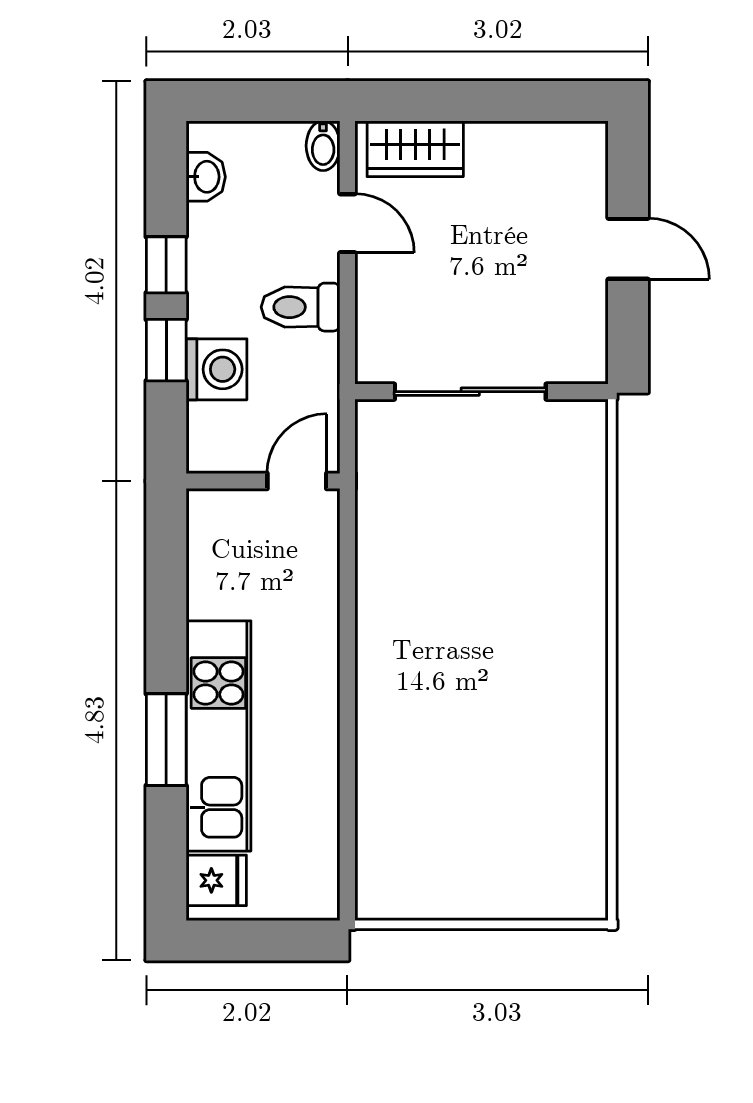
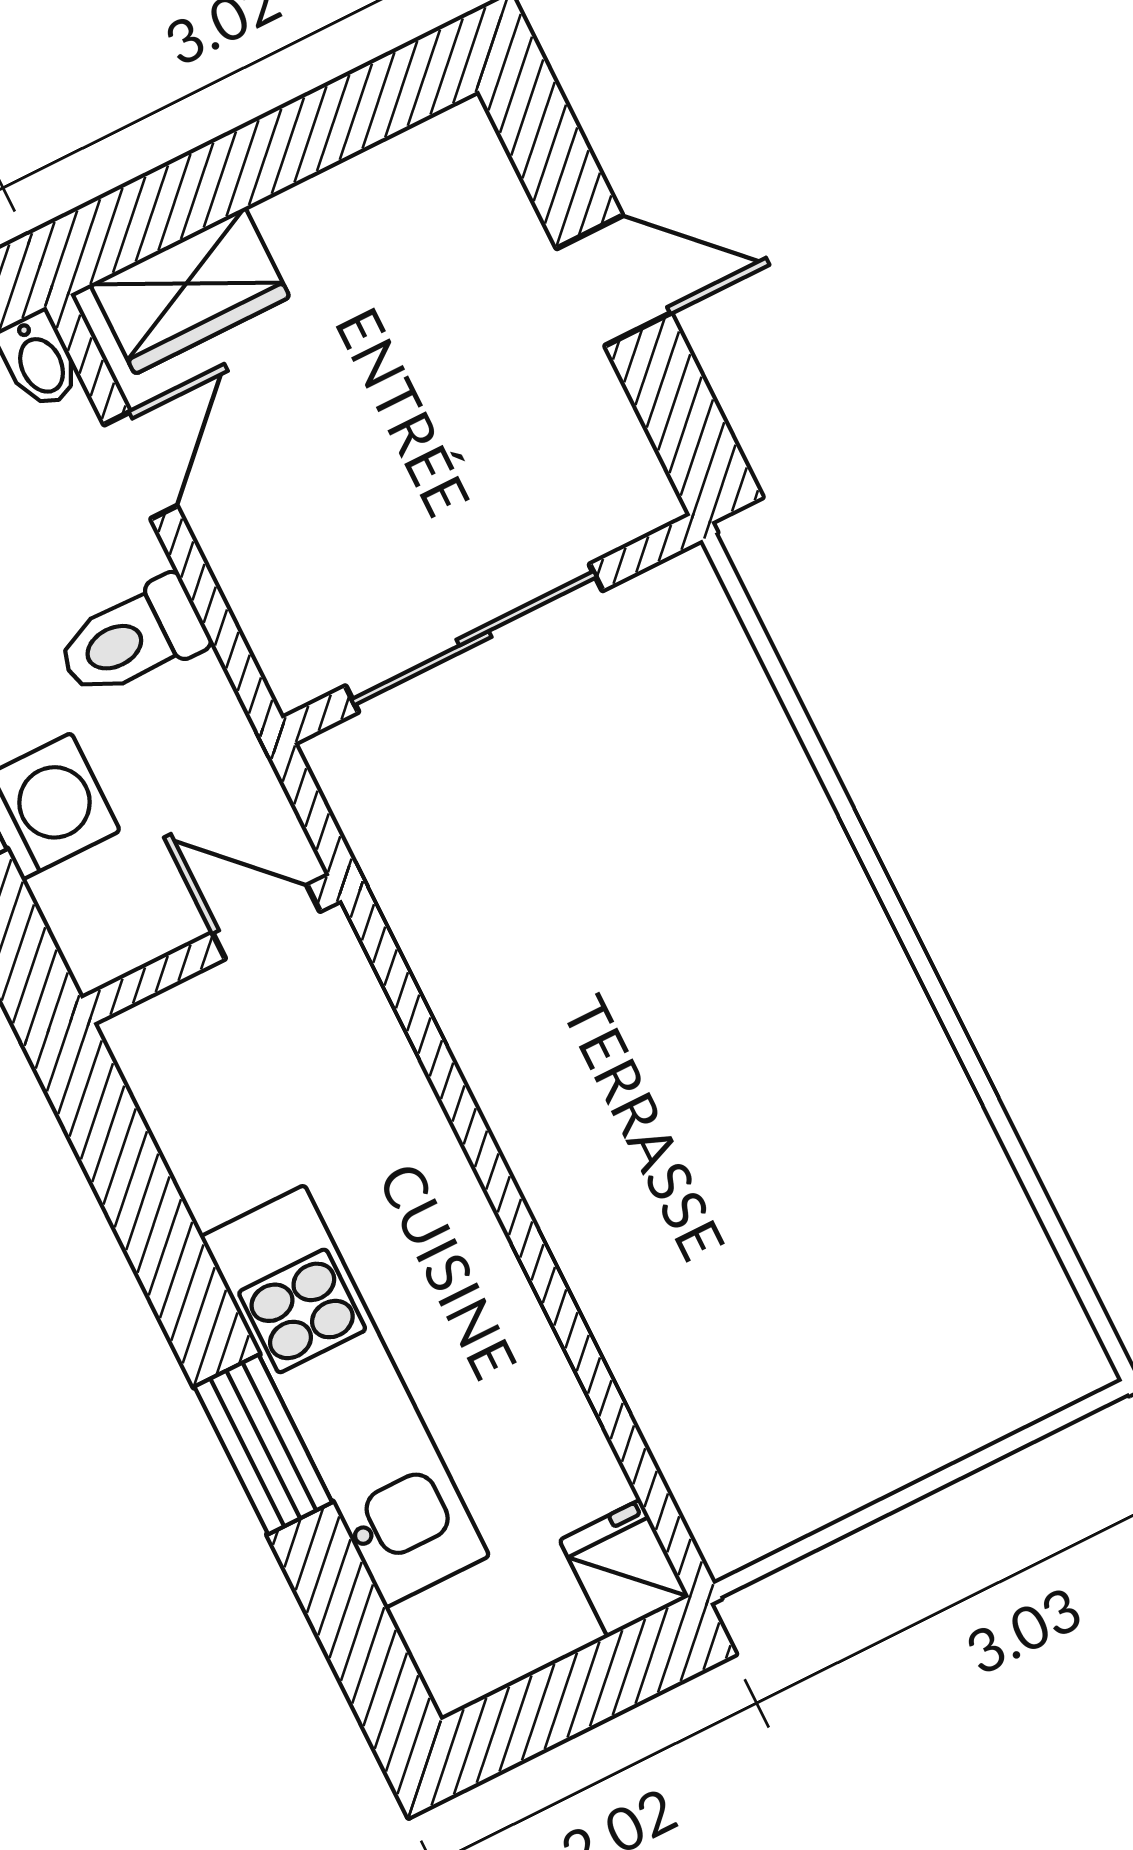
door: (347, 223) -> (140, 465), hinge flipped
door: (297, 481) -> (266, 922), hinge flipped
fridge: (216, 880) -> (624, 1568), moved, turned -90

